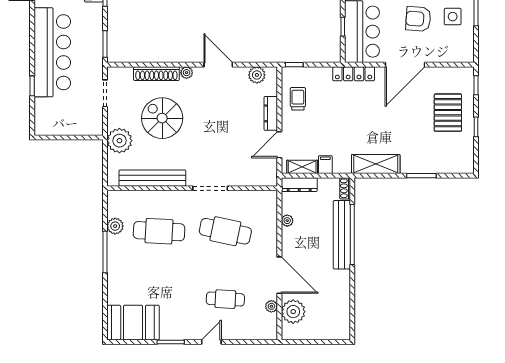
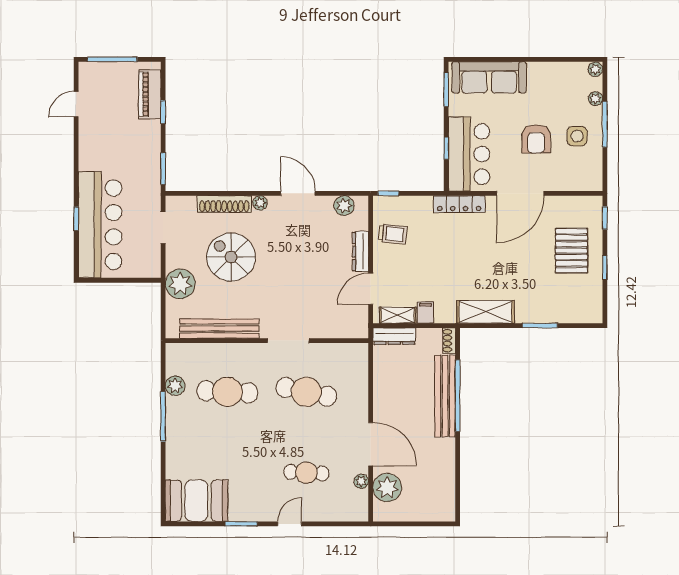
armchair: (418, 19) -> (536, 139), turned -94
bar counter: (52, 52) -> (100, 225), moved
trolley: (298, 99) -> (393, 234), turned 96
plant: (287, 221) -> (380, 379), removed

